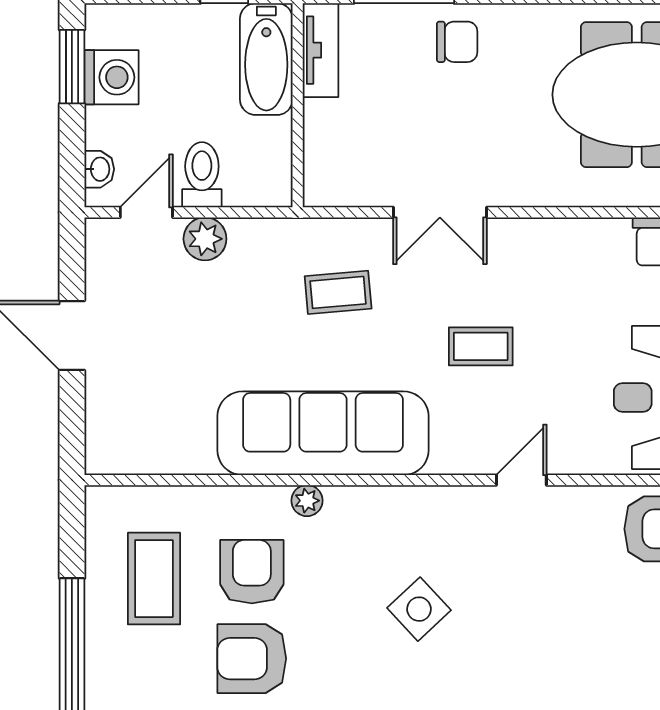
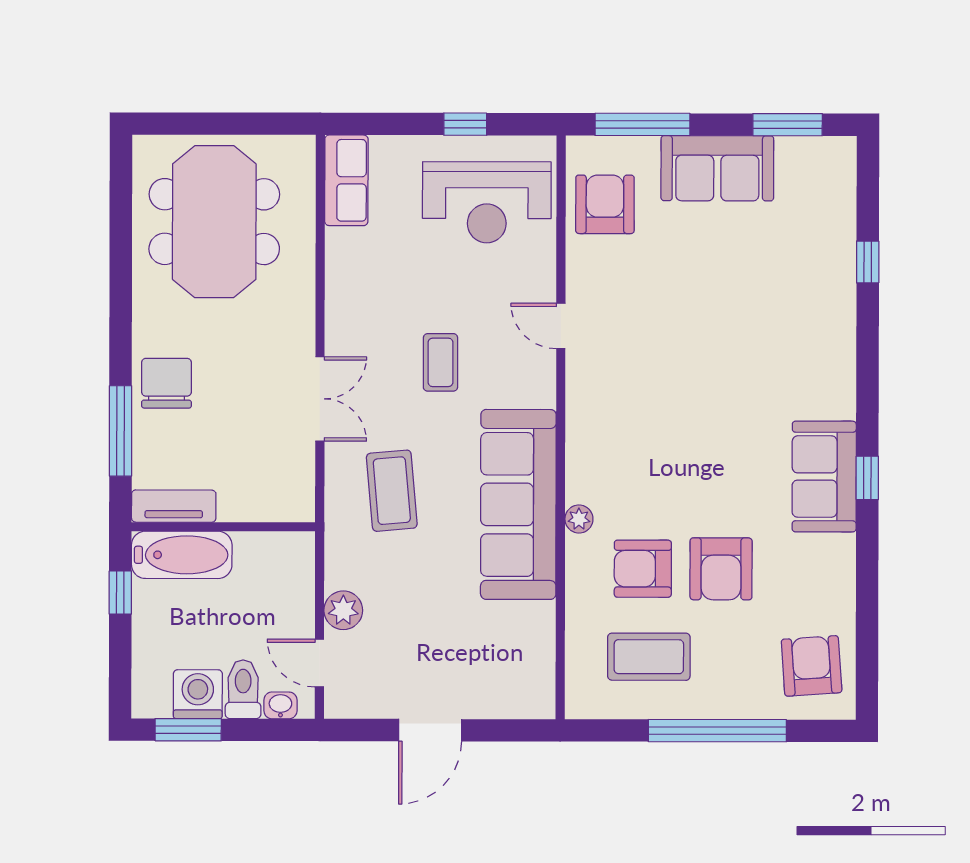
chair: (457, 42) -> (166, 383), width x1.37, depth x1.37
toilet: (202, 175) -> (243, 689), moved, turned 90
coffee table: (338, 292) -> (392, 491), width x1.36, depth x1.30
side table: (419, 609) -> (677, 418), removed

